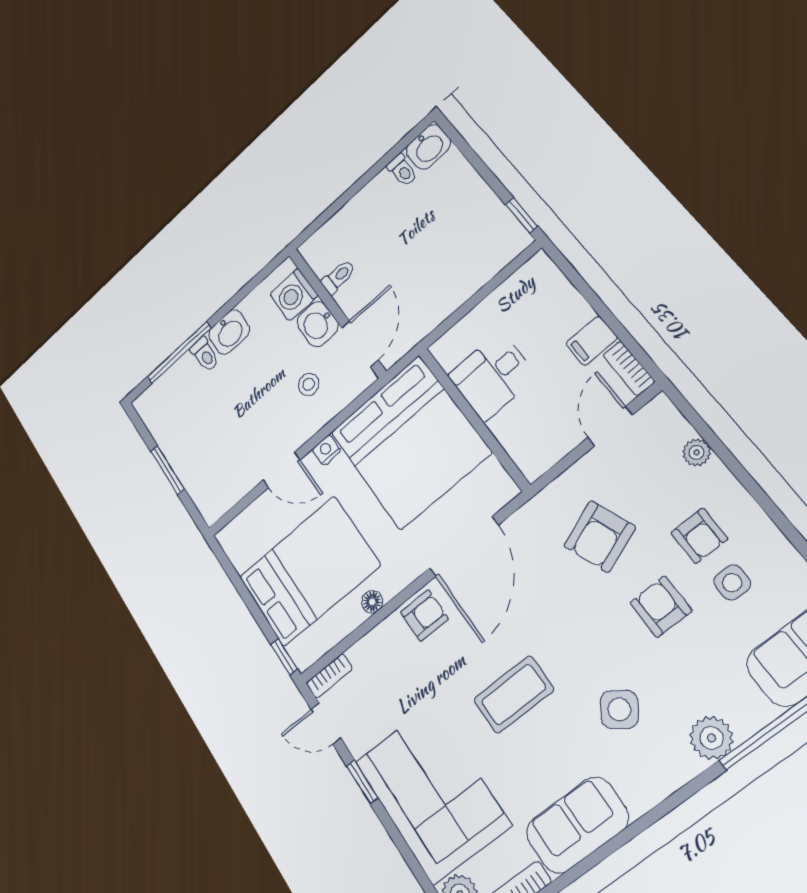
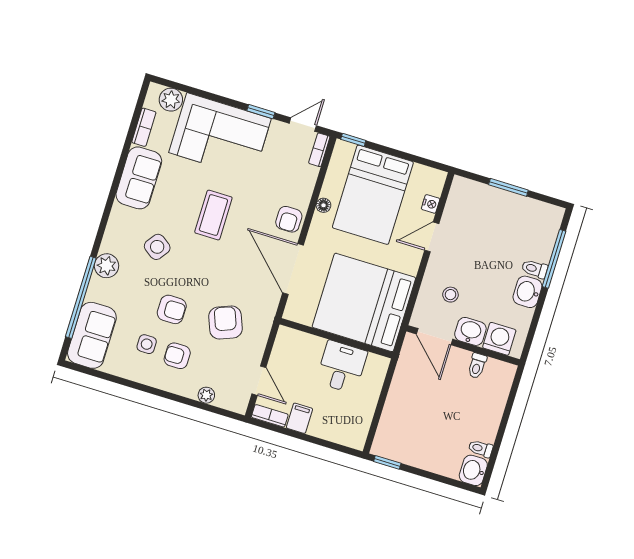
nightstand: (326, 450) -> (431, 204), moved

